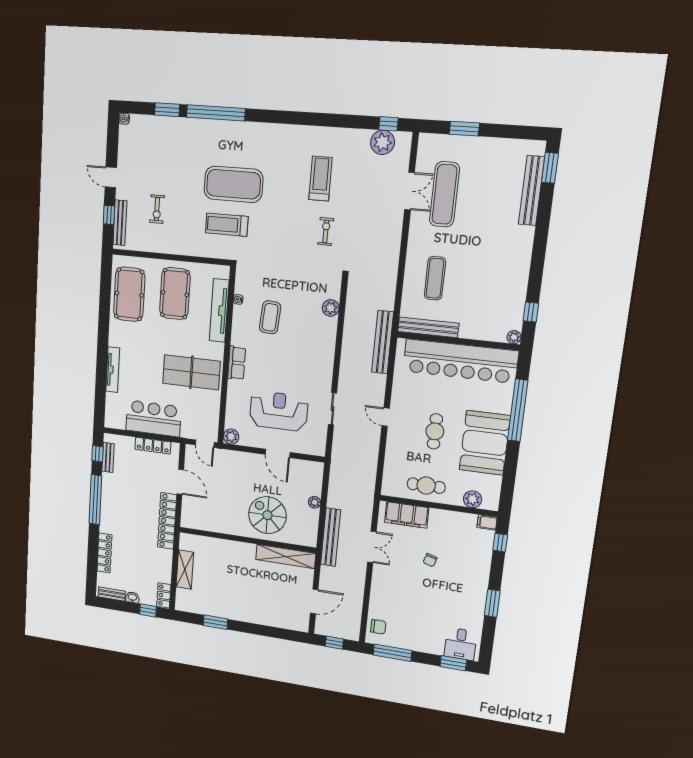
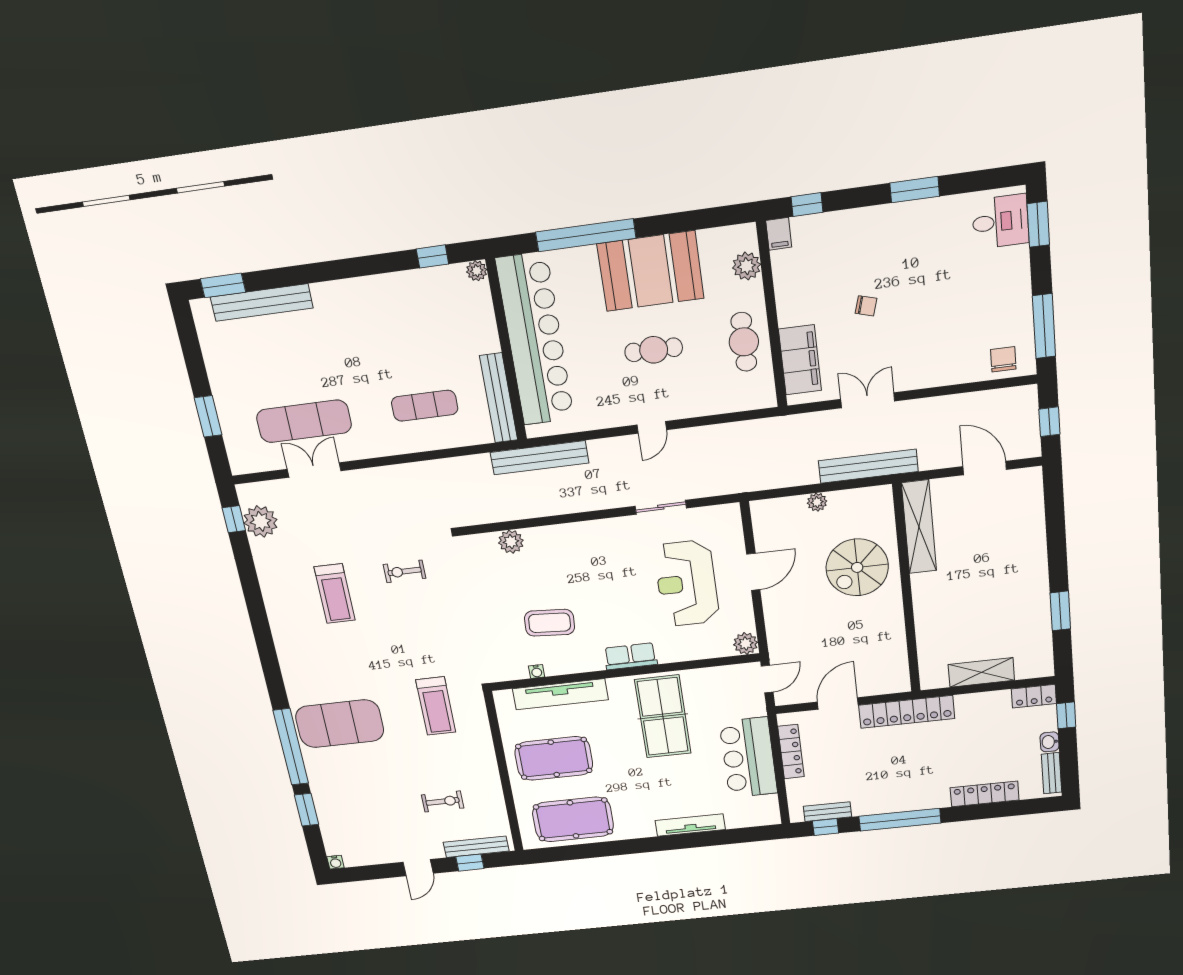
treadmill: (320, 179) -> (335, 594), turned -90
exercise mat: (233, 184) -> (340, 724), moved, turned 90

